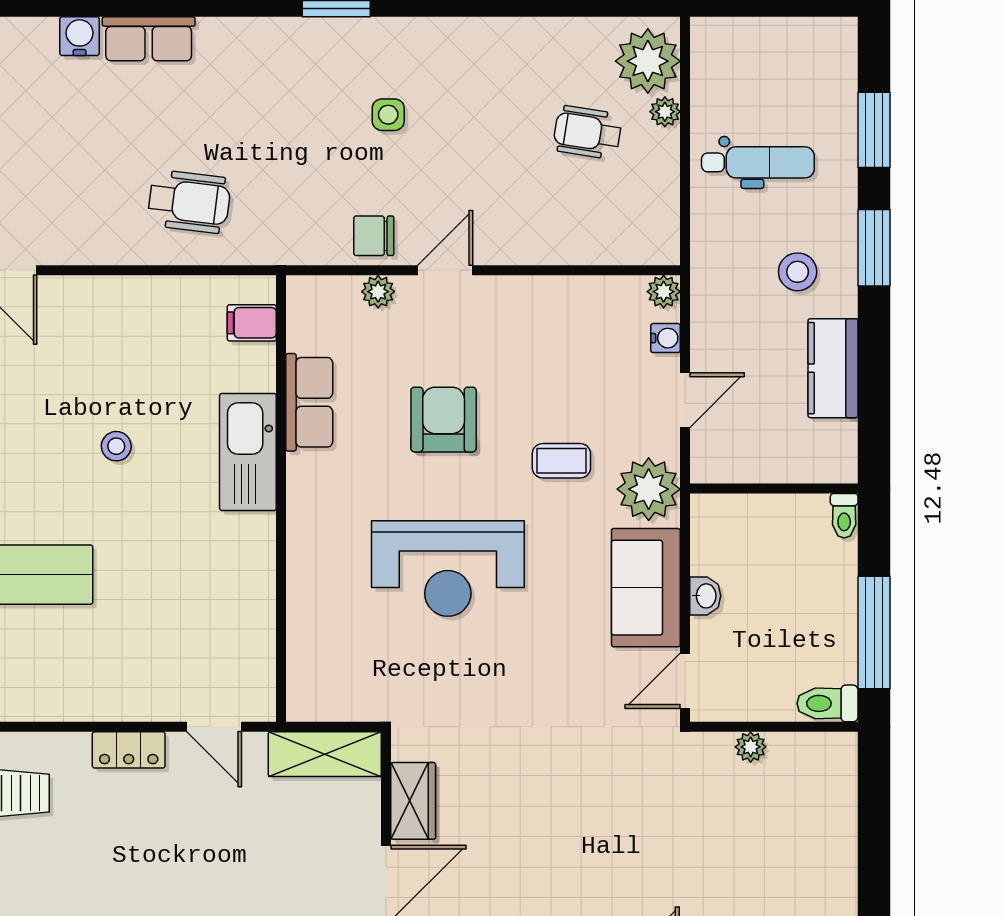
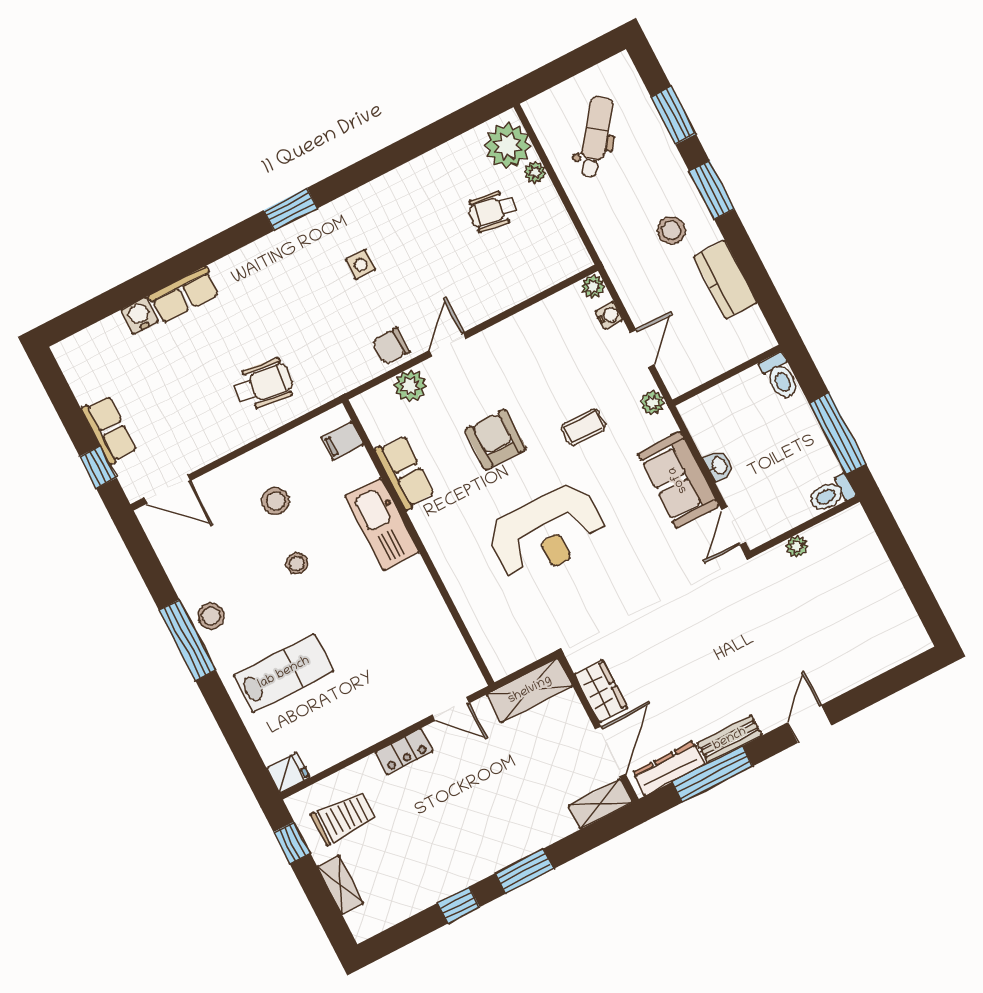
dental chair: (758, 162) -> (596, 137), moved, turned -52
plant: (378, 292) -> (410, 386), width x1.38, depth x1.38
stool: (130, 355) -> (276, 501), added
plant: (649, 489) -> (652, 402), width x0.53, depth x0.53
toilet: (844, 516) -> (780, 377), width x1.37, depth x1.39

